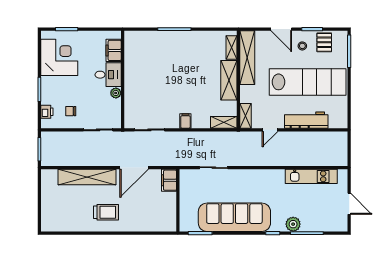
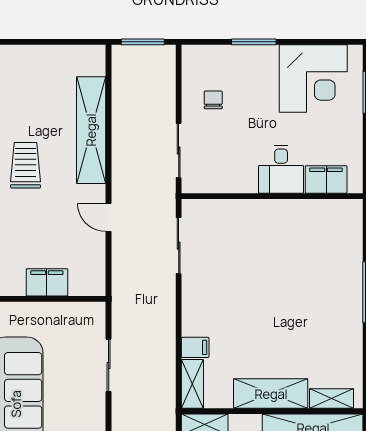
plant: (116, 93) -> (247, 183), removed
printer: (47, 112) -> (212, 56), removed
filing cabinet: (185, 121) -> (195, 347), moved
door: (134, 168) -> (109, 217), width x0.53
filing cabinet: (169, 180) -> (47, 282), moved
trolley: (106, 212) -> (25, 165), turned 180

